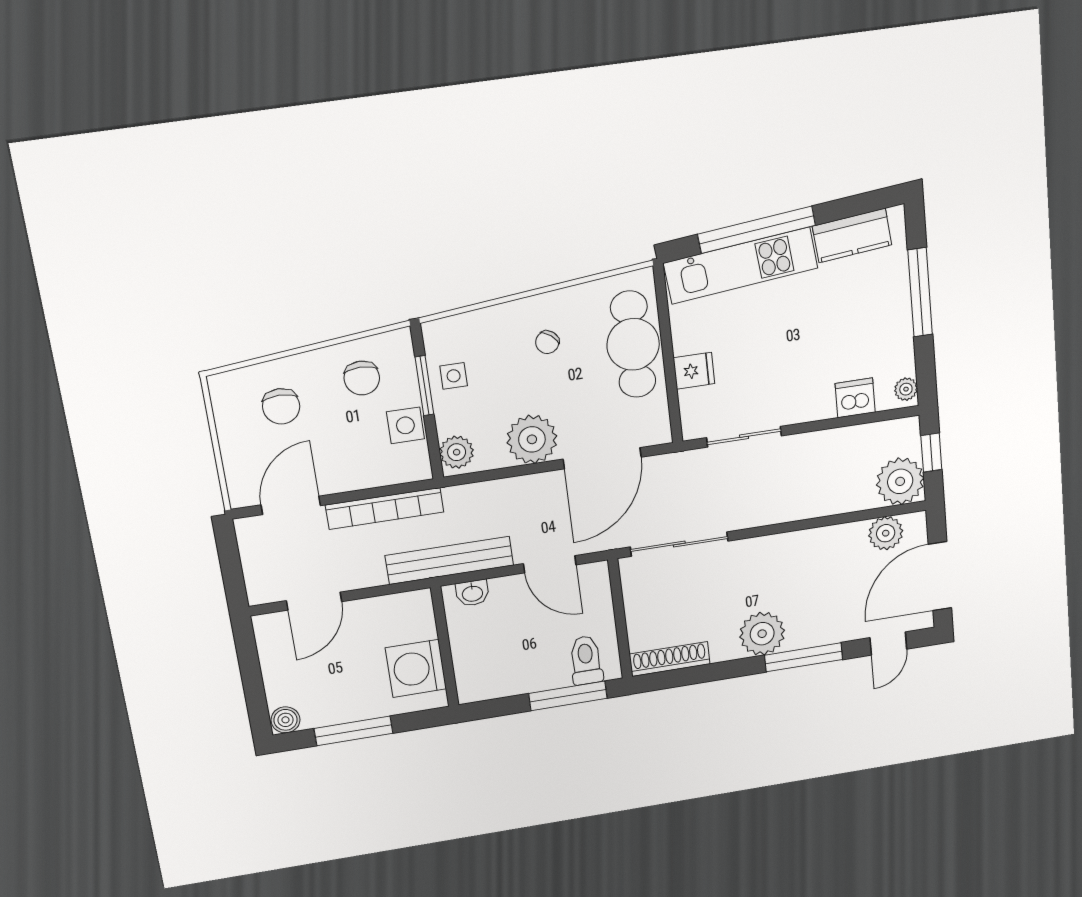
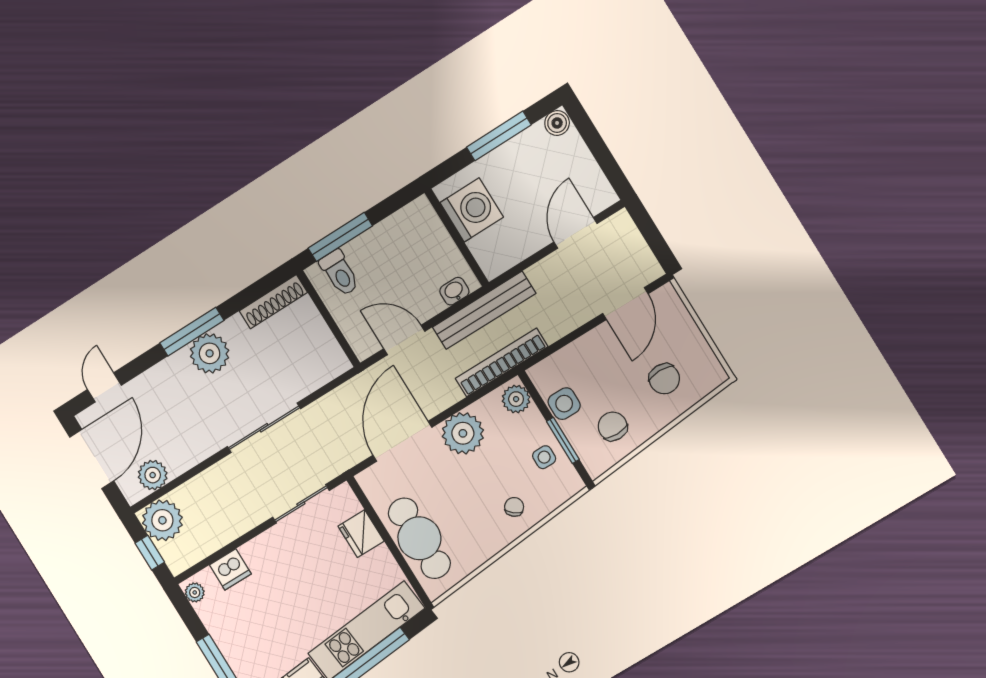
chair: (547, 342) -> (514, 507), moved
fridge: (694, 371) -> (361, 534), width x1.38
chair: (281, 406) -> (664, 379), turned 180
bookcase: (385, 509) -> (502, 363), moved
sliding door: (679, 544) -> (264, 428), moved
window: (804, 657) -> (192, 332), moved

